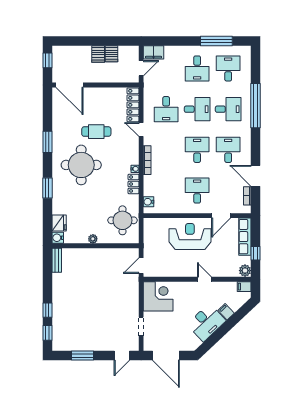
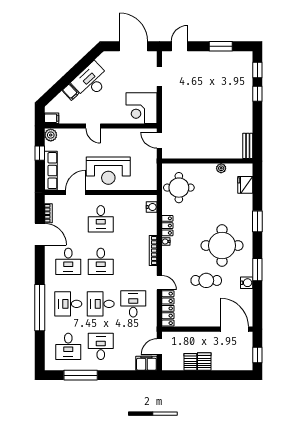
water cooler: (58, 238) -> (247, 283), moved
plant: (93, 239) -> (221, 168), moved
door: (141, 266) -> (159, 140), swing flipped

